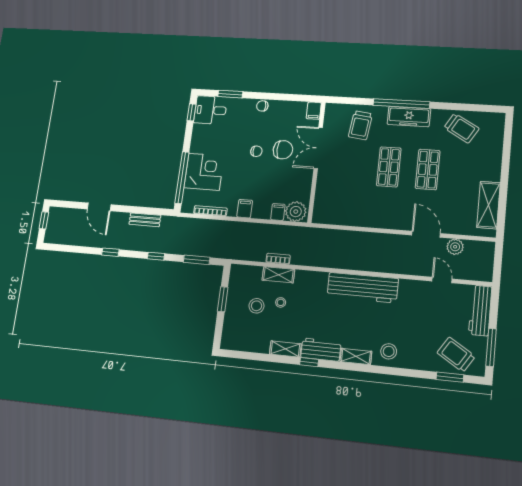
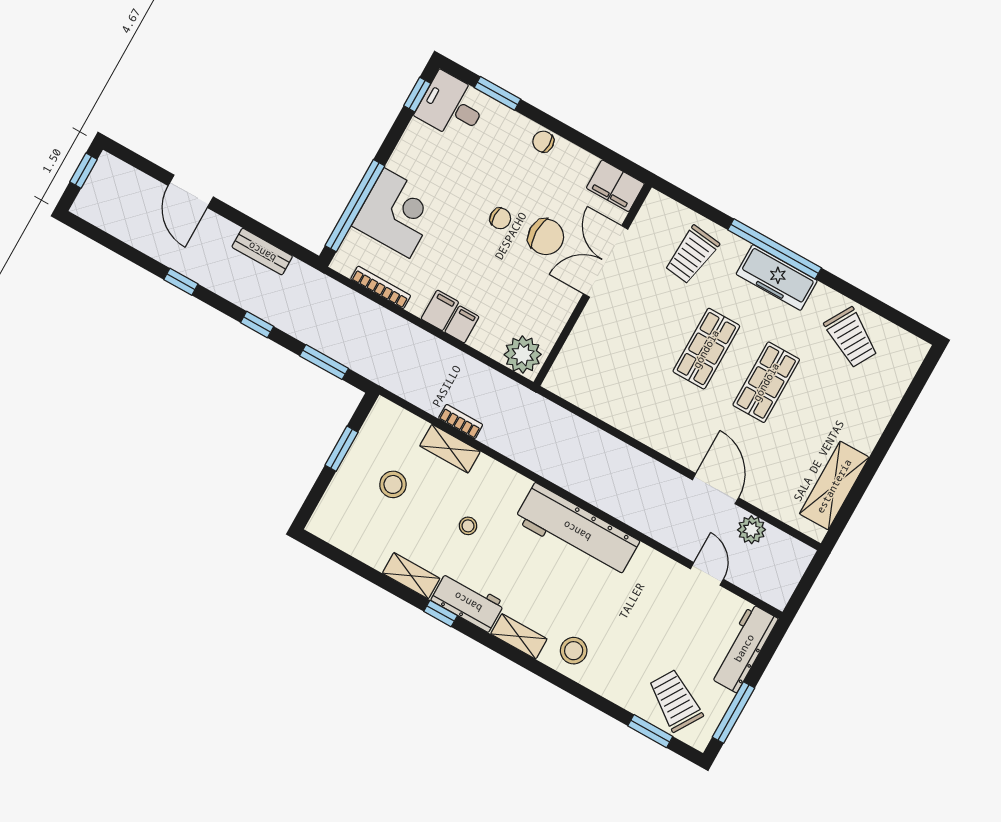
filing cabinet: (314, 111) -> (615, 186), width x2.00
filing cabinet: (278, 212) -> (462, 324), moved
stool: (281, 302) -> (468, 526), moved

